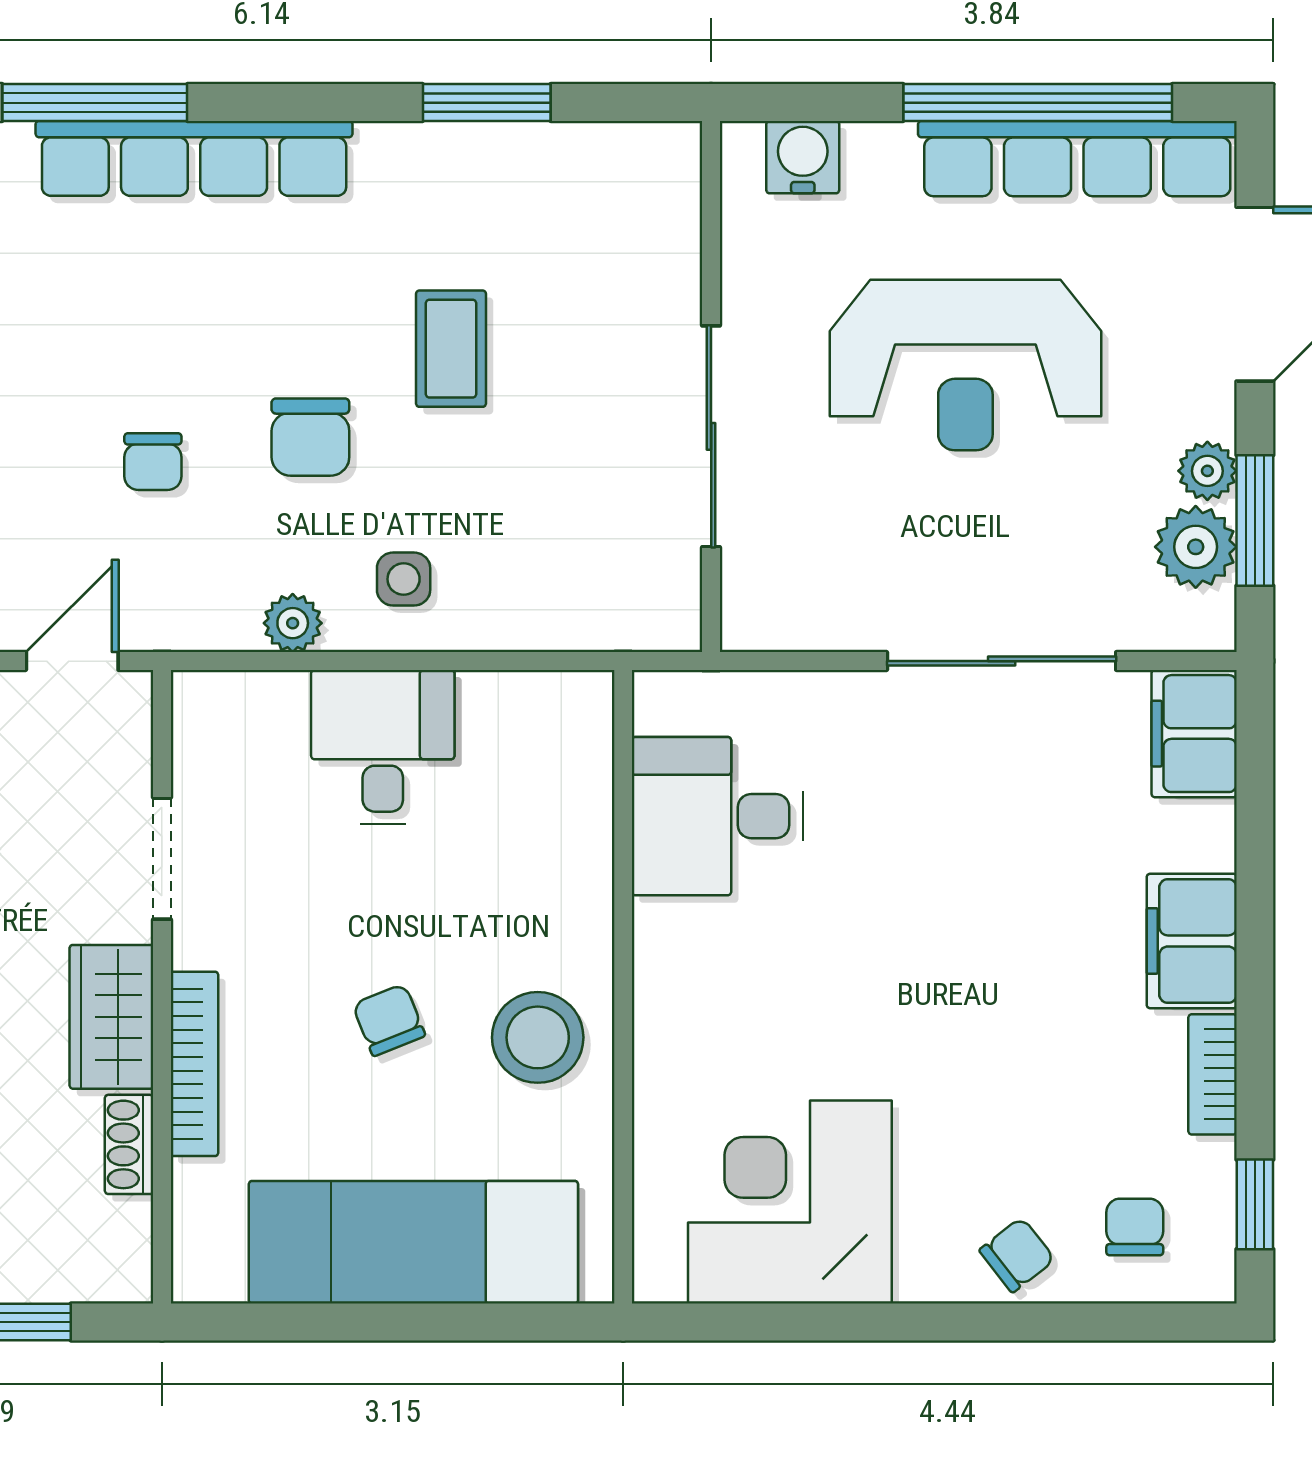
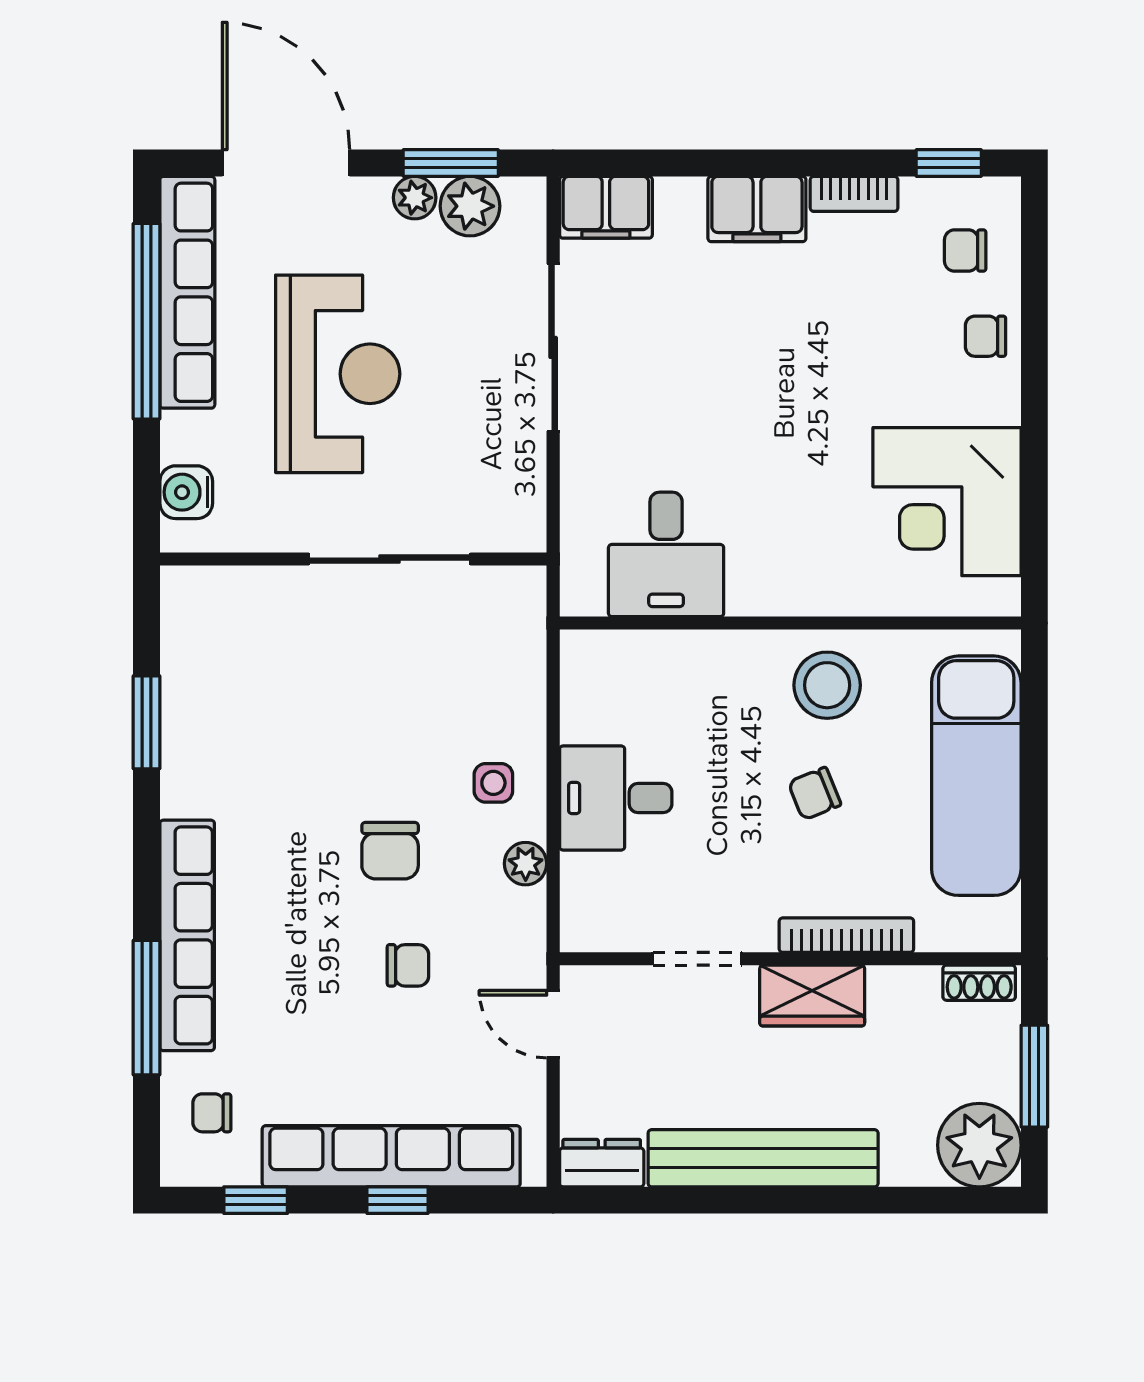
coffee table: (451, 349) -> (326, 748), removed
chair: (310, 437) -> (390, 851), turned 90
shoe rack: (129, 1144) -> (979, 983), moved
chair: (1017, 1255) -> (985, 336), turned -52

